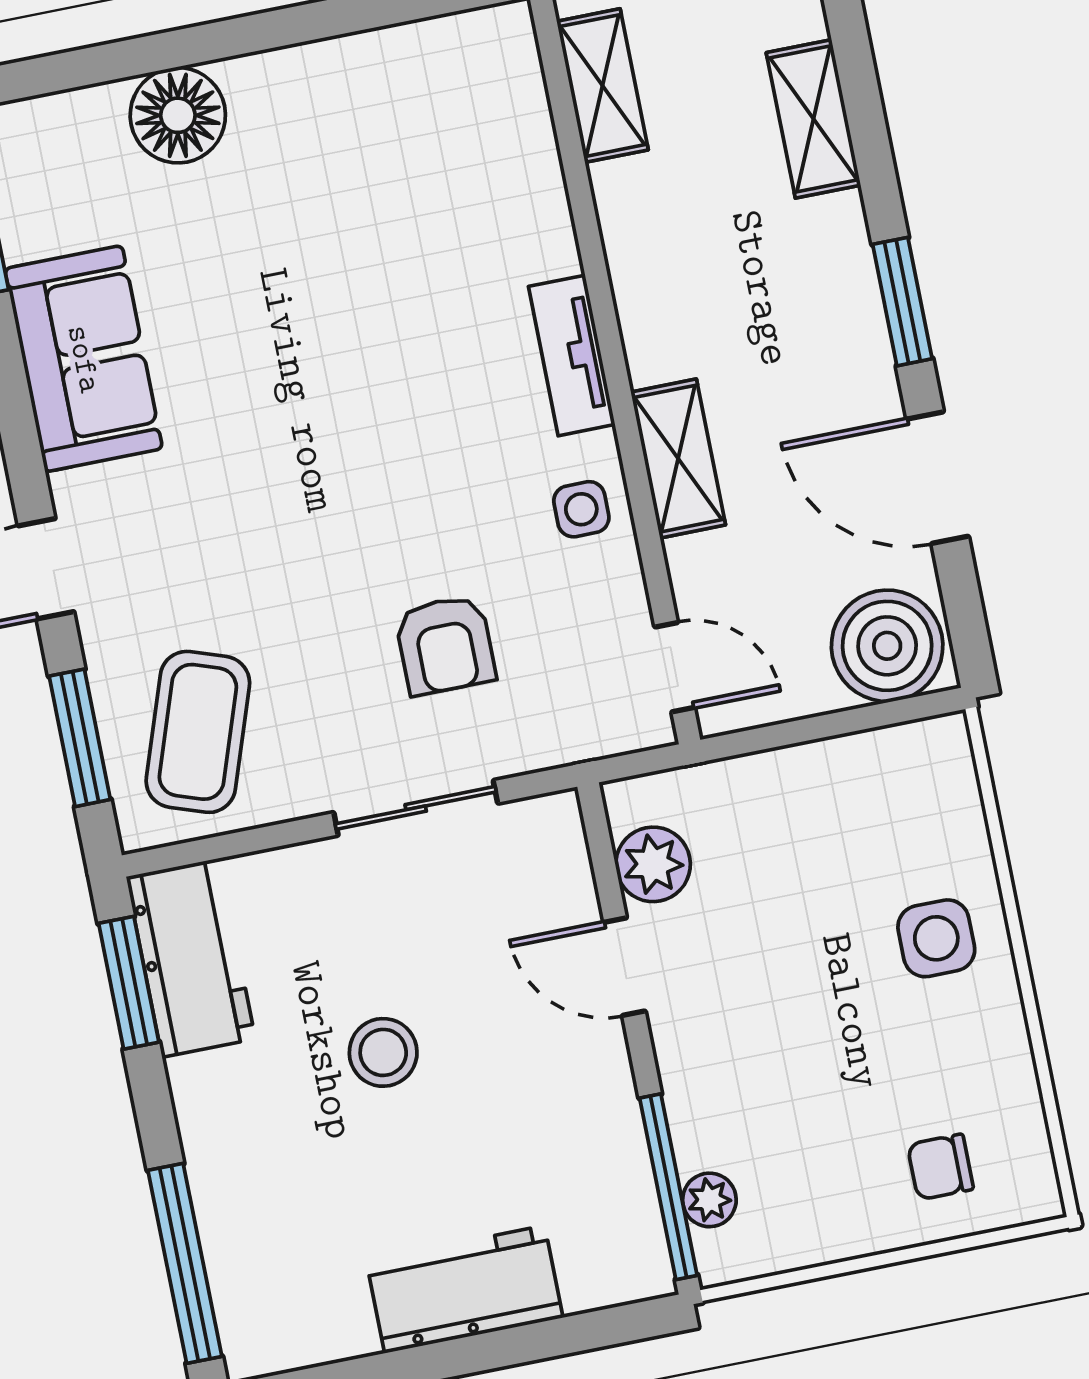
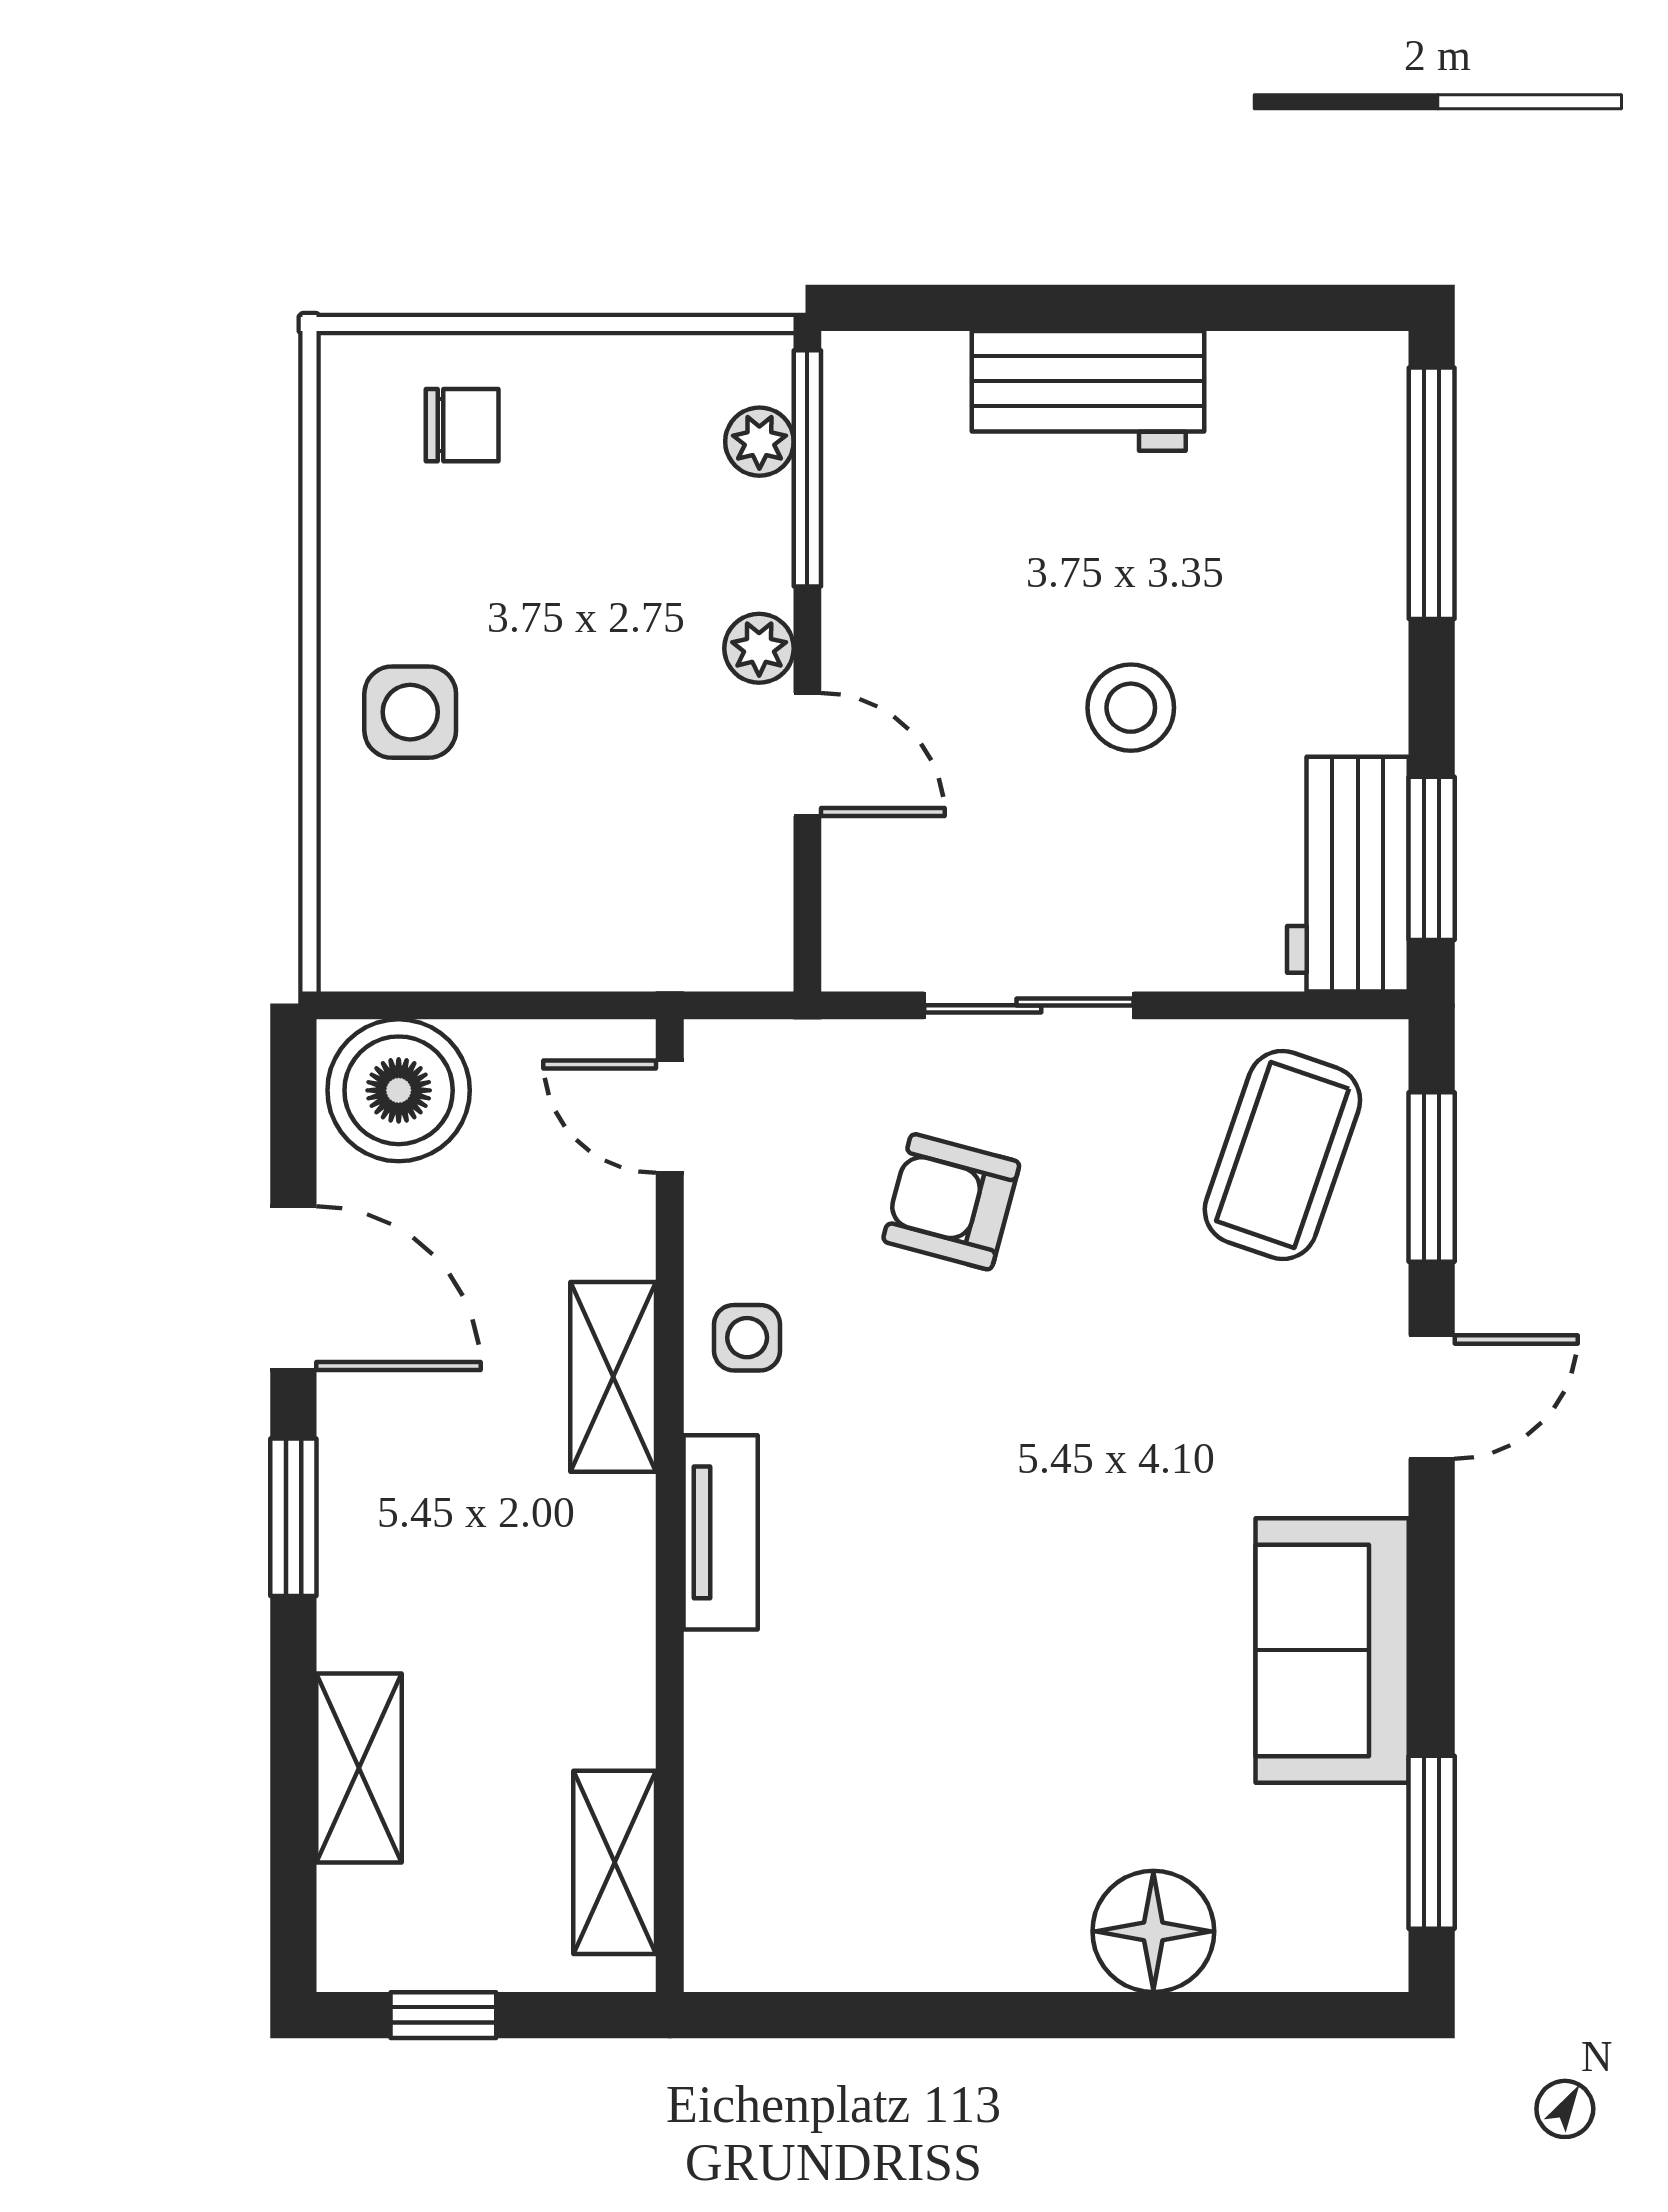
armchair: (445, 645) -> (951, 1202), turned -75
plant: (653, 864) -> (759, 648), moved, width x0.73, depth x0.73

